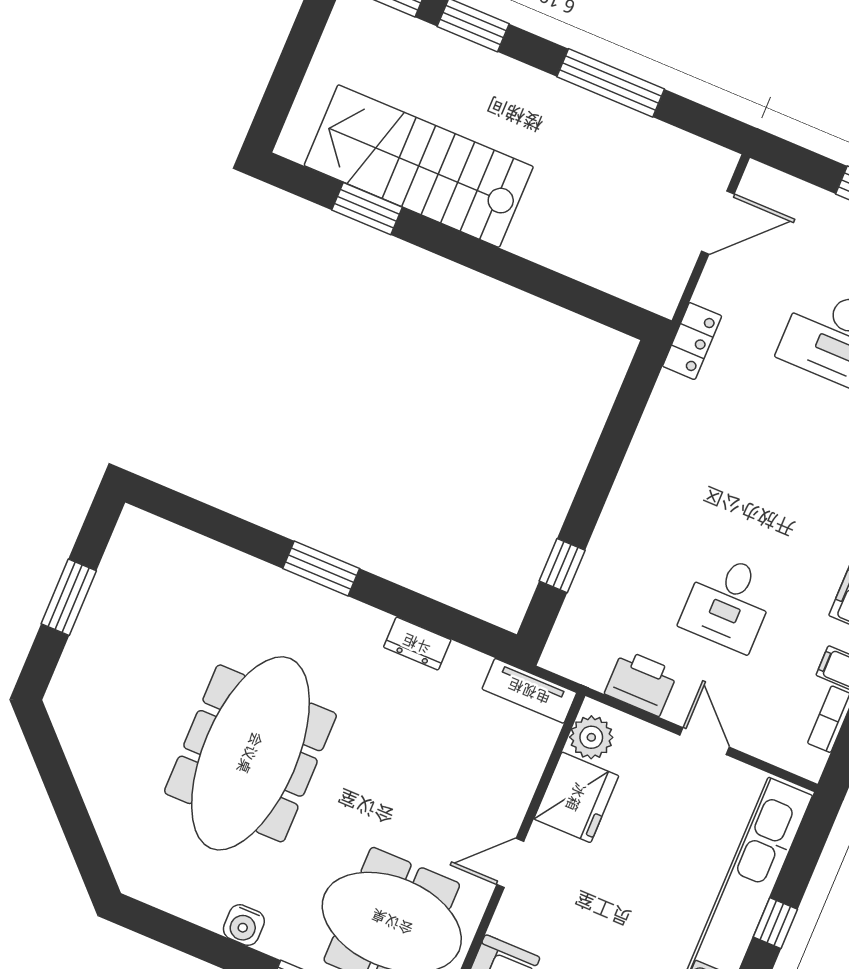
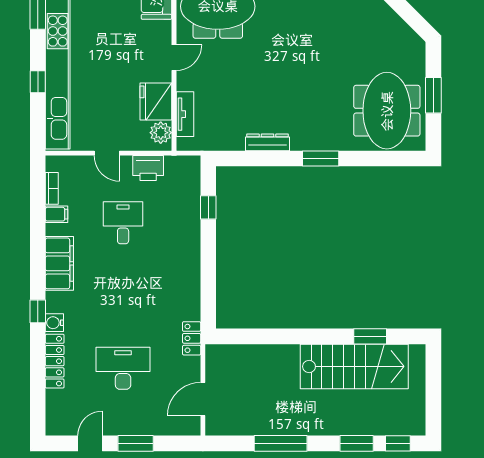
dresser: (417, 644) -> (267, 142), width x1.44
tv unit: (529, 691) -> (185, 114), moved, turned 90
meeting table: (250, 753) -> (387, 111), moved, width x0.73

